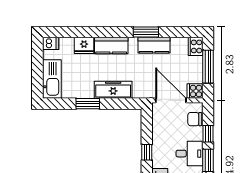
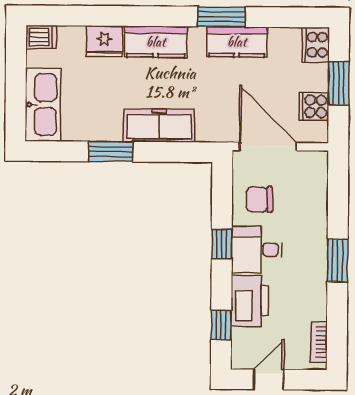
window: (208, 67) -> (339, 83), width x0.69
cooker: (195, 91) -> (314, 106), moved
chair: (195, 119) -> (259, 200), moved
window: (208, 134) -> (338, 210), removed
desk: (189, 154) -> (257, 250), moved, turned 180

